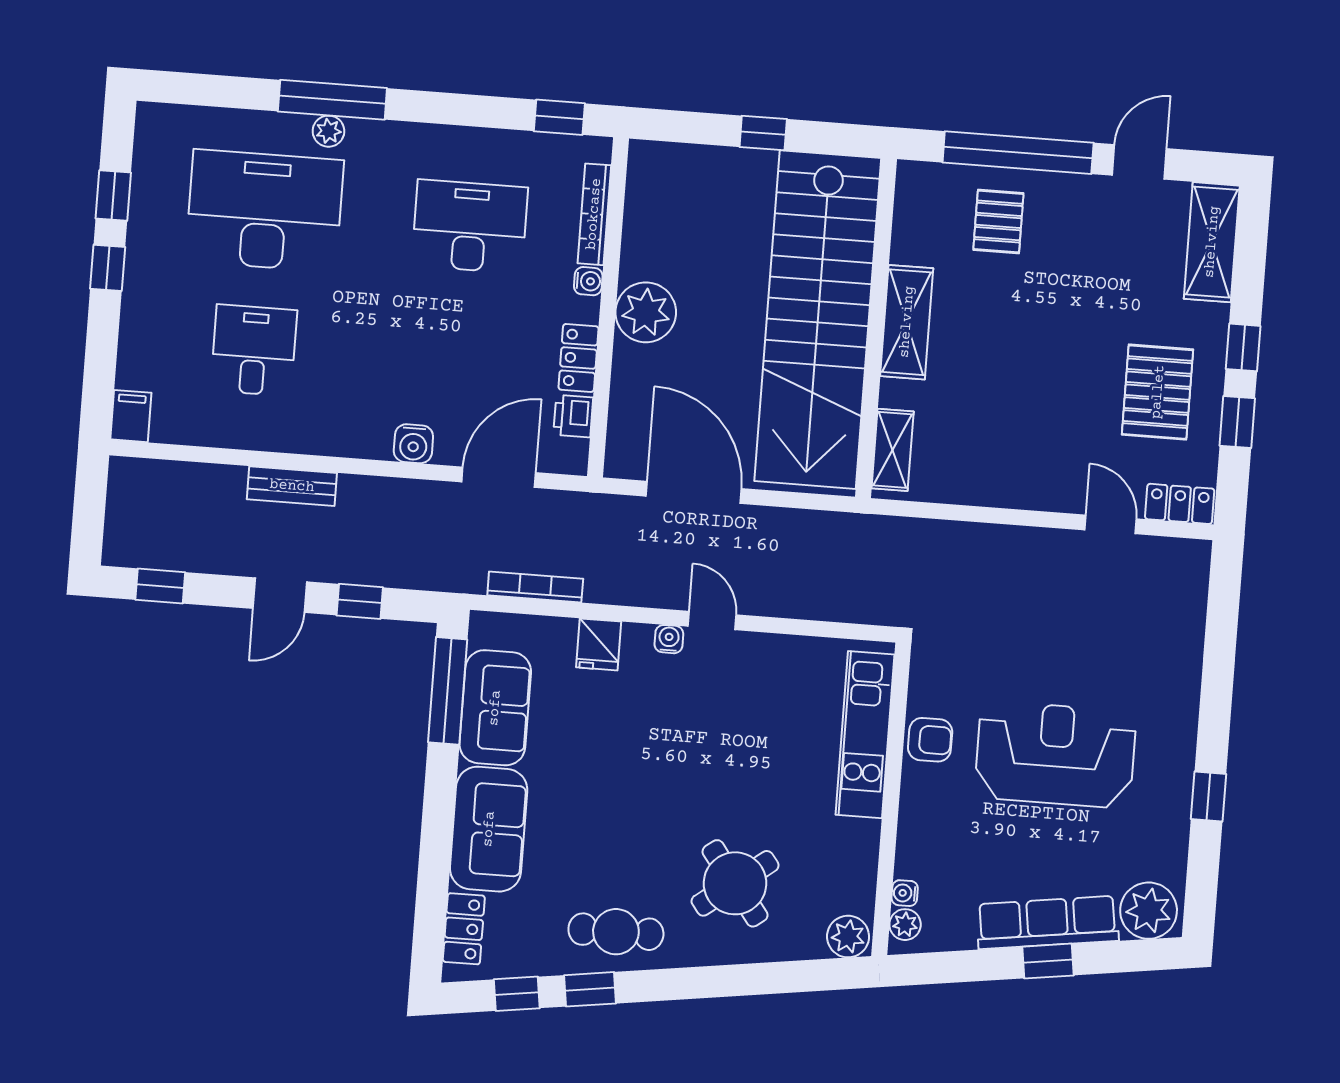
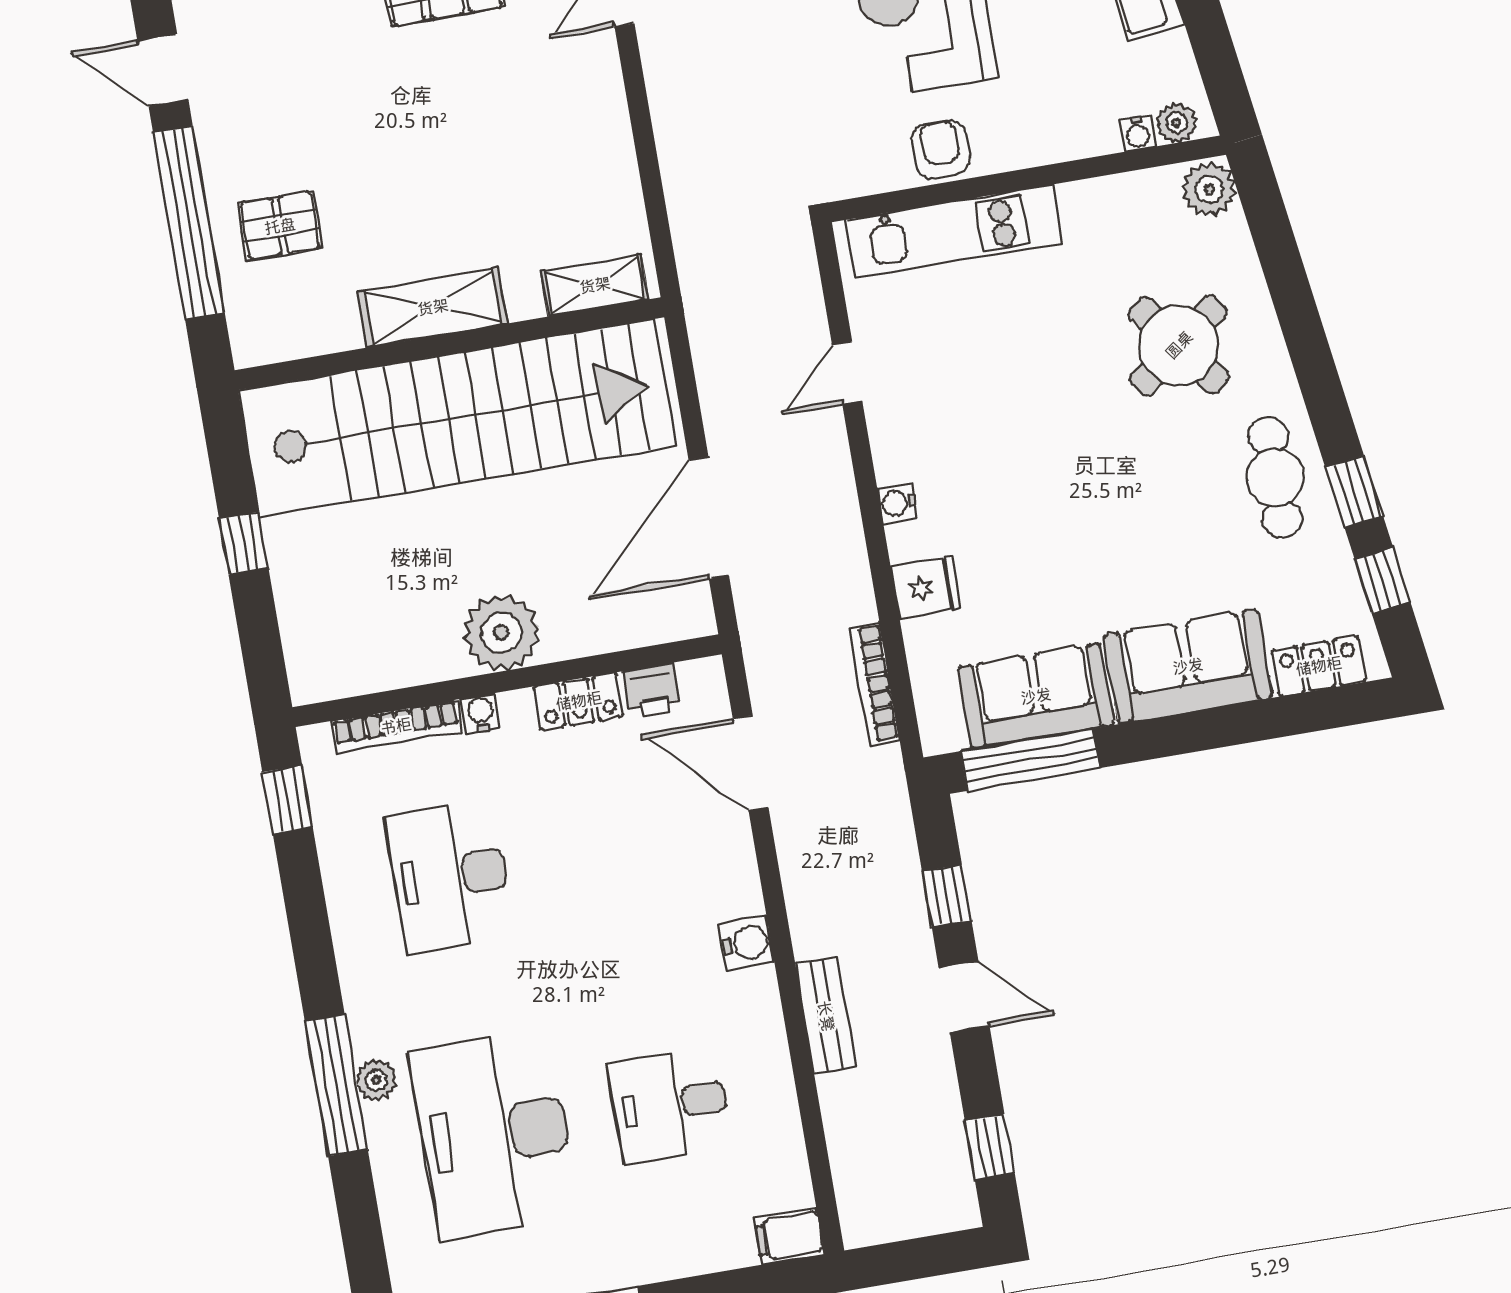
water cooler: (413, 444) -> (747, 943), moved
door: (712, 621) -> (847, 373), moved

